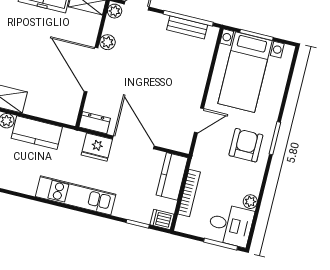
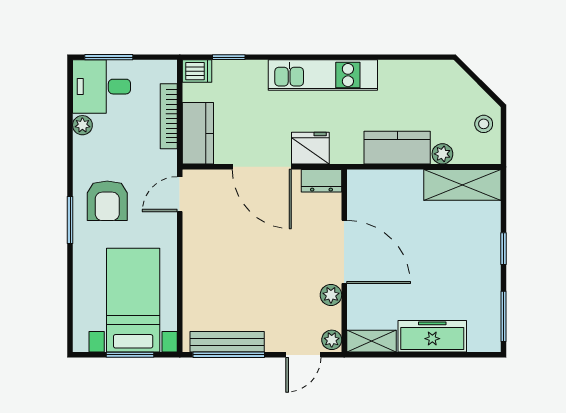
bench: (187, 27) -> (227, 342), width x1.36
door: (199, 120) -> (180, 194), moved

